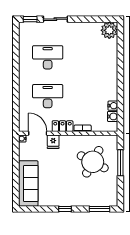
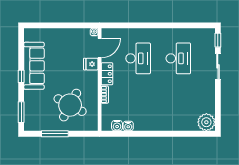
window: (120, 163) -> (55, 134), moved
sofa: (28, 184) -> (34, 66), moved, turned -90

